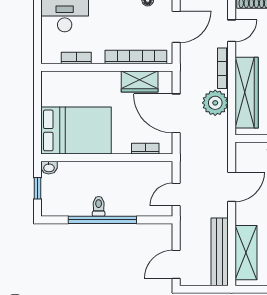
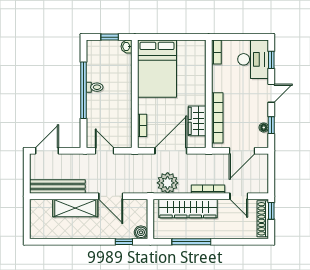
door: (176, 27) -> (242, 151), hinge flipped
bookcase: (76, 58) -> (216, 52), moved
plant: (215, 103) -> (168, 183), moved
shelving: (246, 253) -> (75, 208), moved
door: (176, 264) -> (47, 151), hinge flipped

